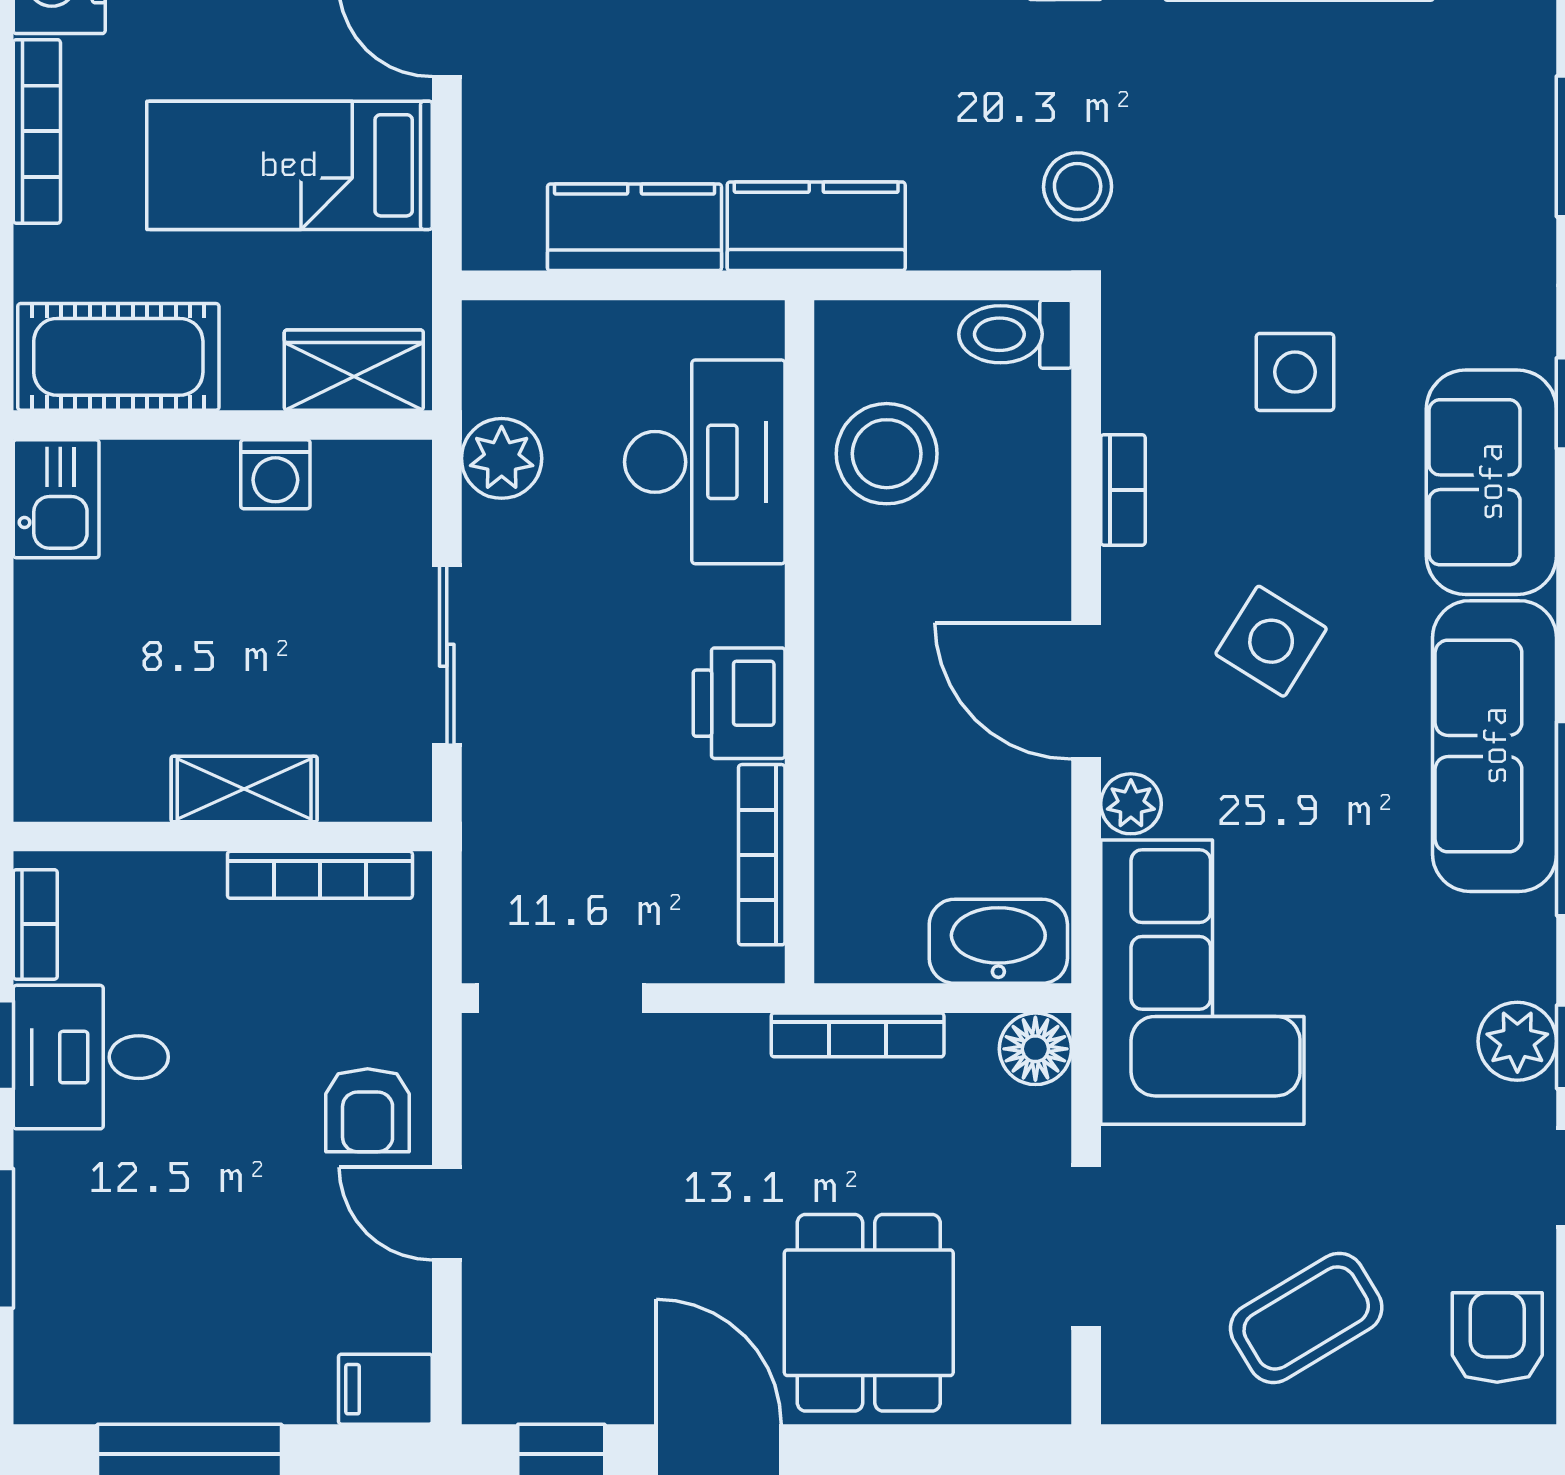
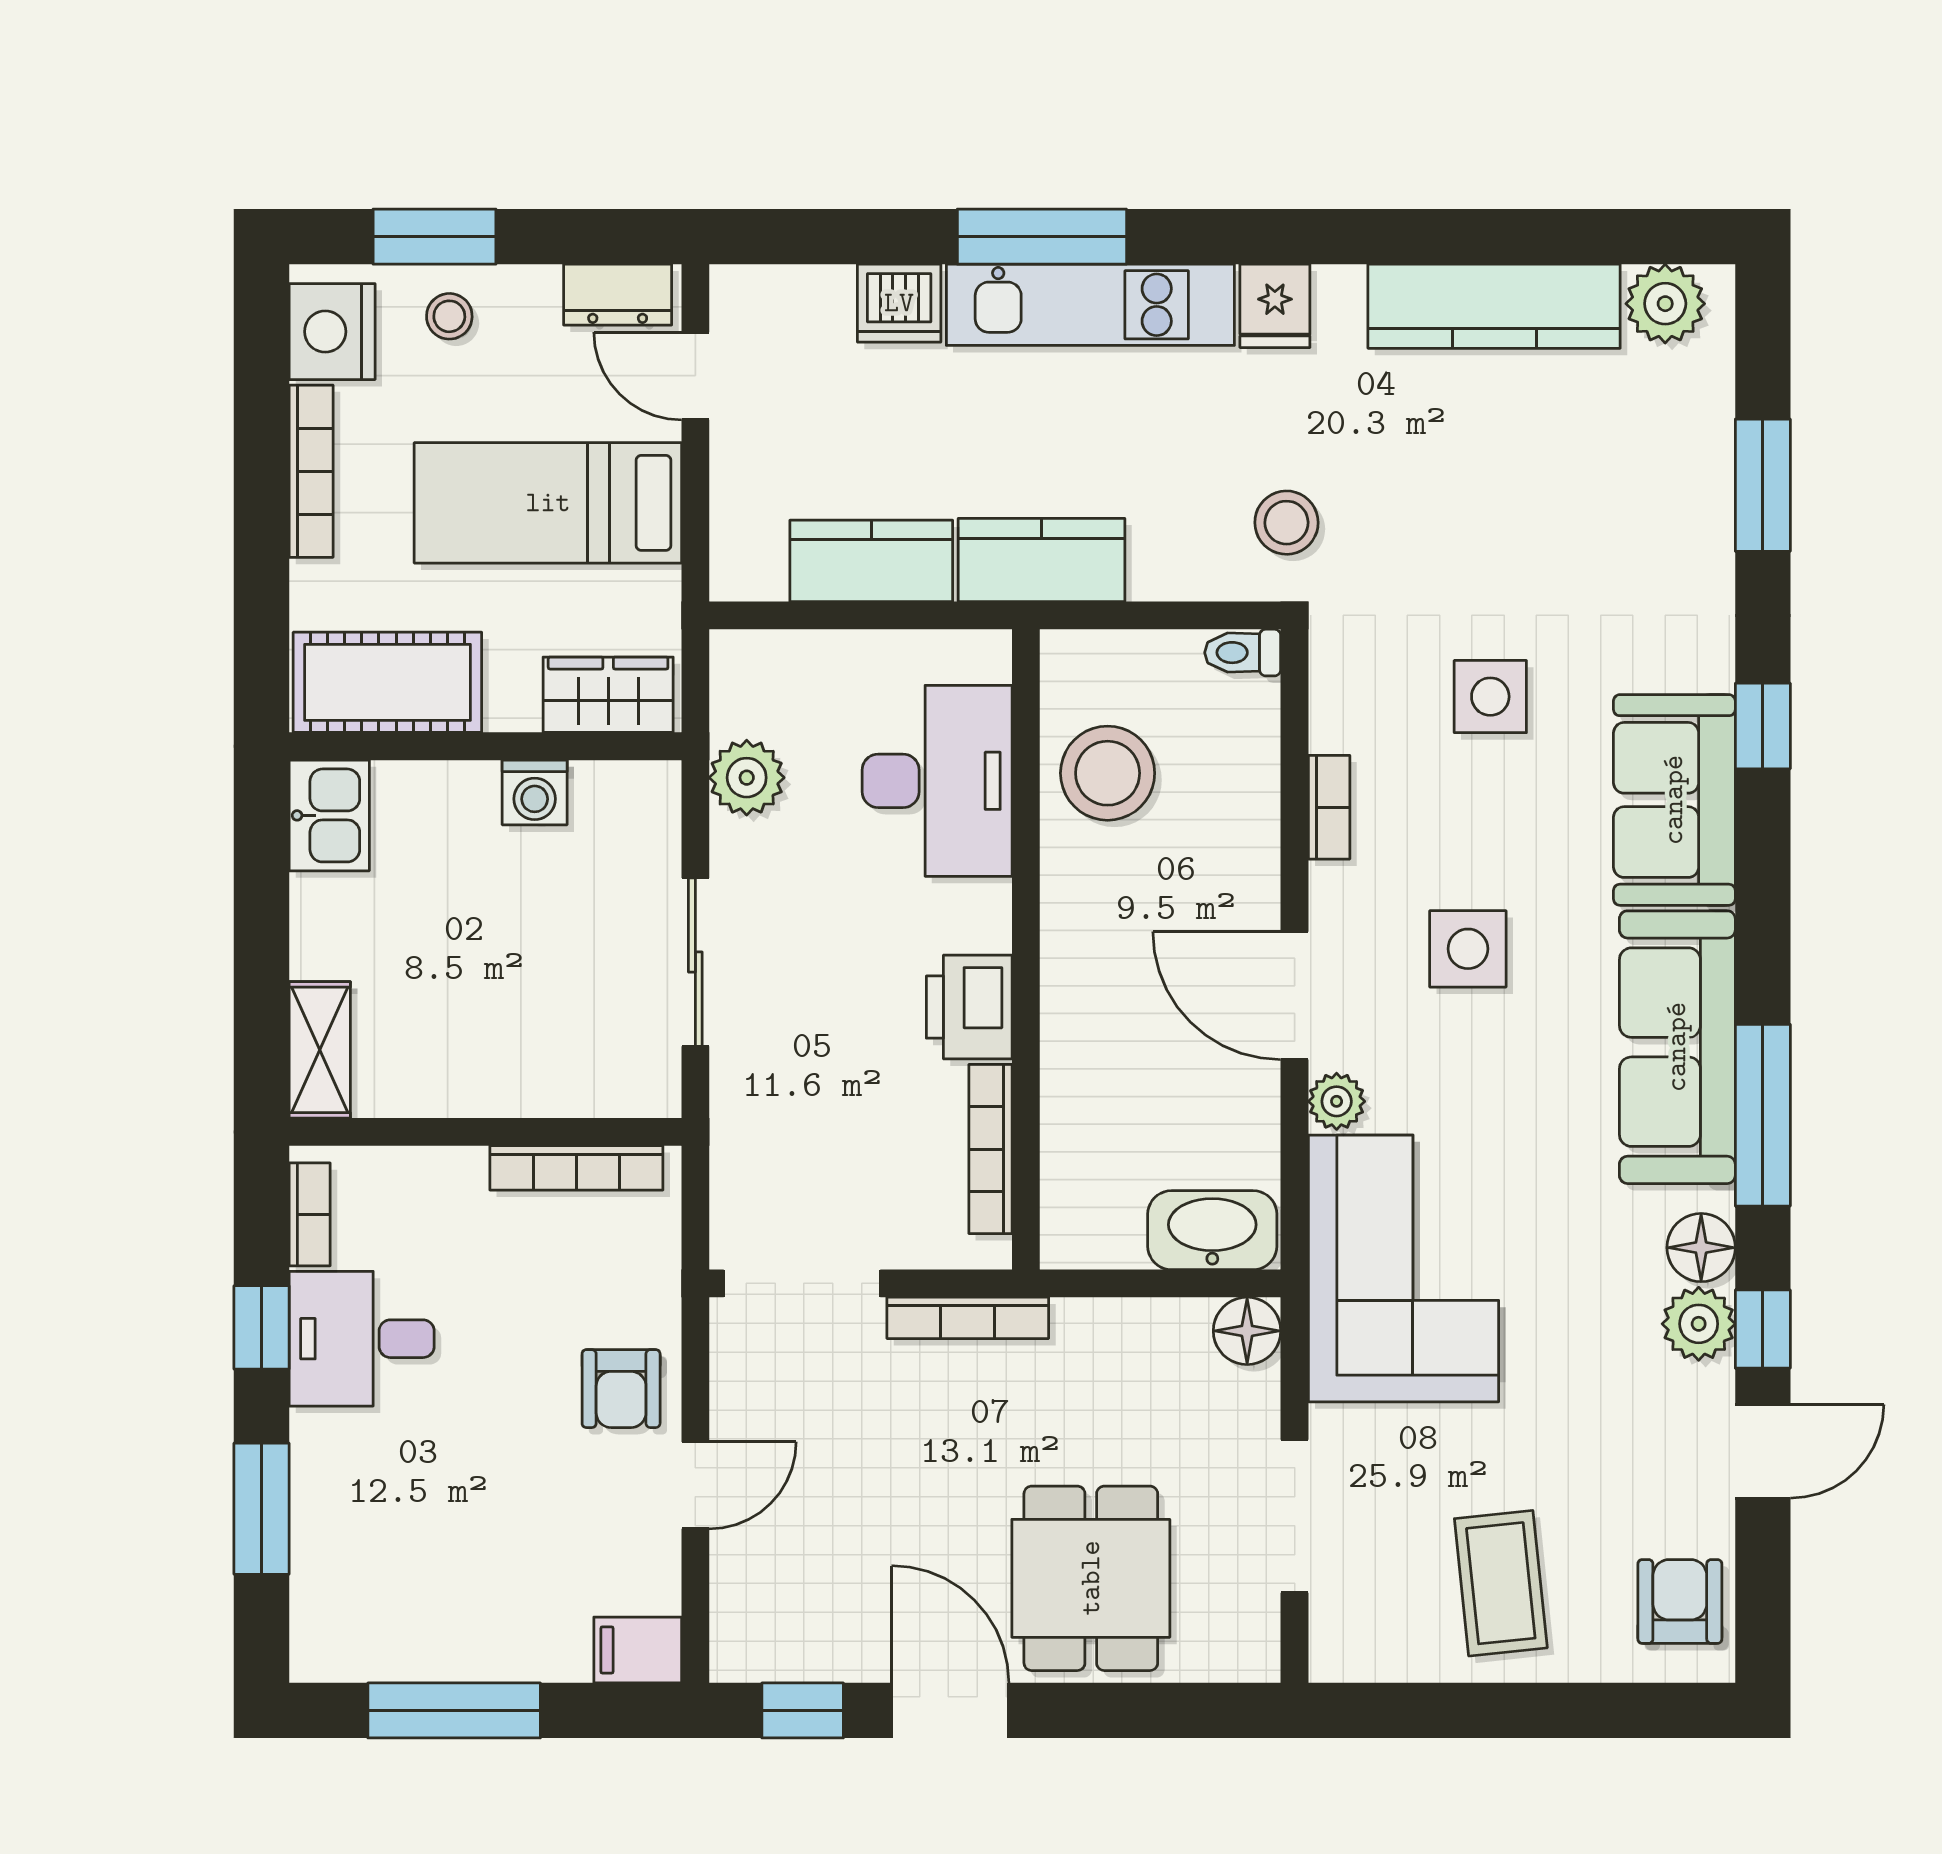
toilet: (1015, 334) -> (1243, 653), width x0.73, depth x0.72
side table: (1271, 641) -> (1468, 949), turned -32
shelving: (244, 789) -> (320, 1050), moved, turned 90
floor lamp: (1520, 960) -> (1701, 1248), added
bookcase: (858, 1035) -> (968, 1318), moved
door: (447, 1214) -> (695, 1485), swing flipped
coffee table: (1306, 1318) -> (1501, 1583), turned -65

